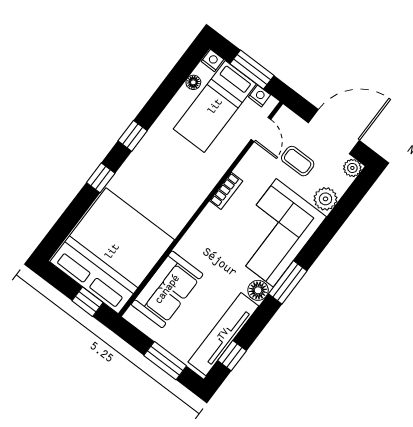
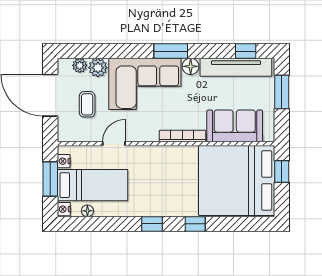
door: (261, 129) -> (114, 144), moved
plant: (352, 168) -> (80, 65), moved
bookcase: (226, 191) -> (182, 136), moved, width x1.56

